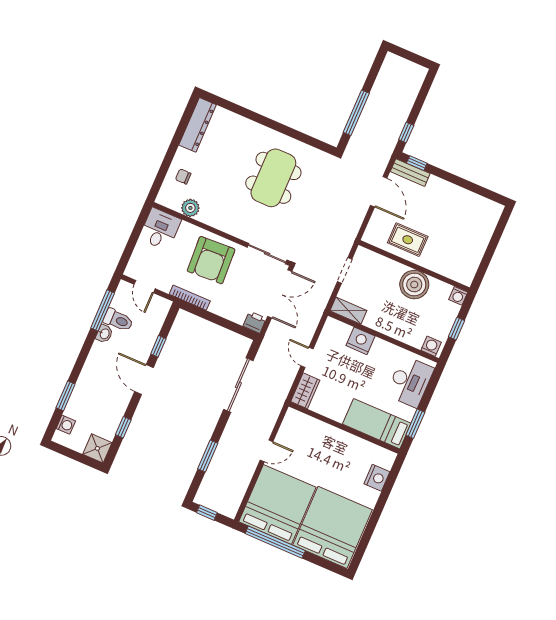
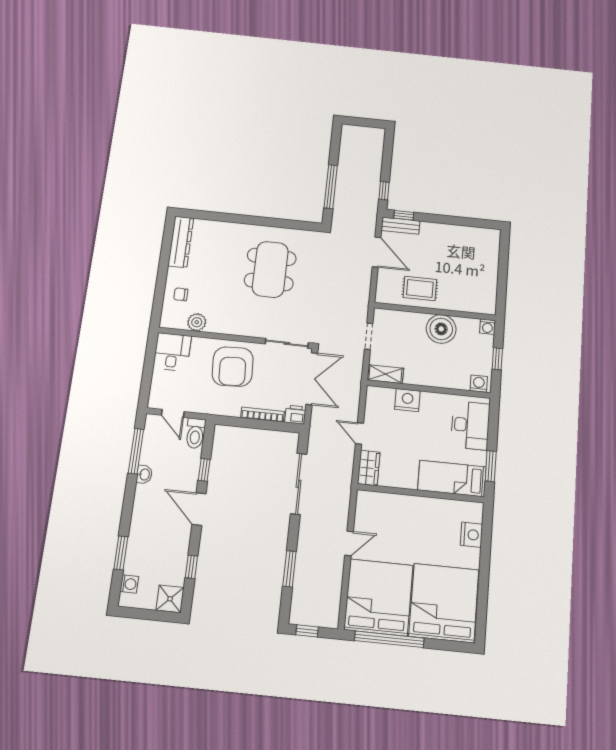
bookcase: (190, 298) -> (263, 415), moved
toilet: (118, 320) -> (195, 433), moved, turned 90

